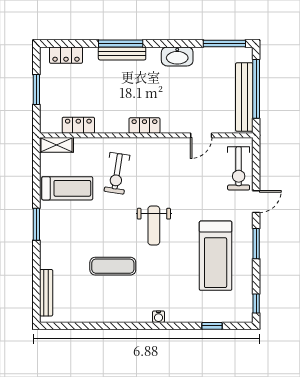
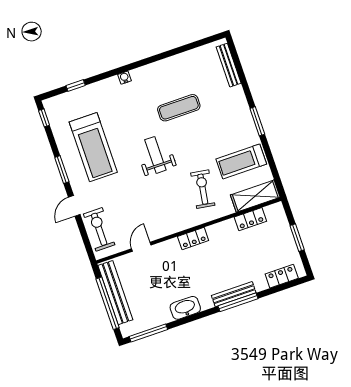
shelving: (56, 145) -> (255, 196), width x1.50, depth x1.33
treadmill: (216, 256) -> (93, 147), turned 180

